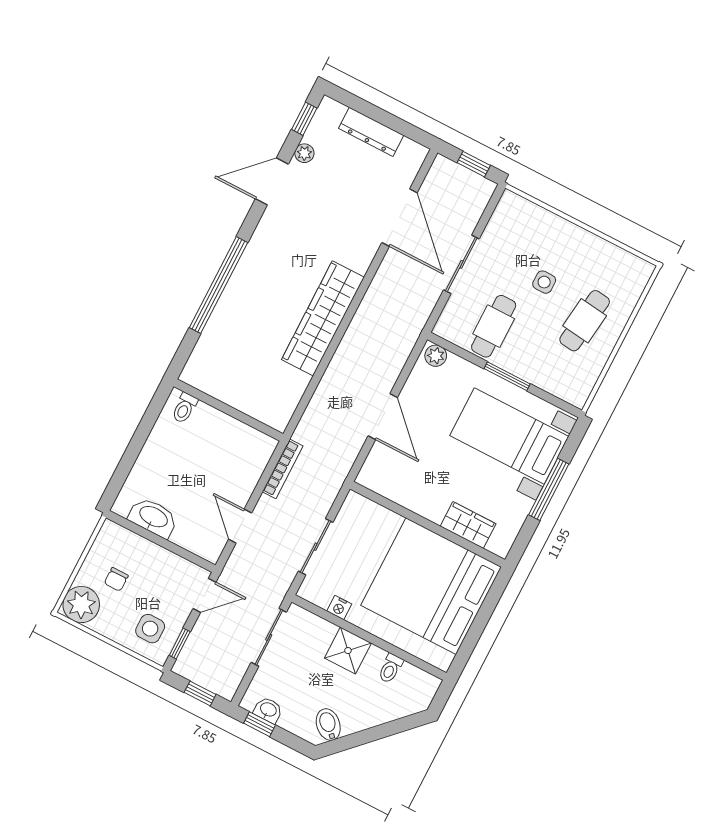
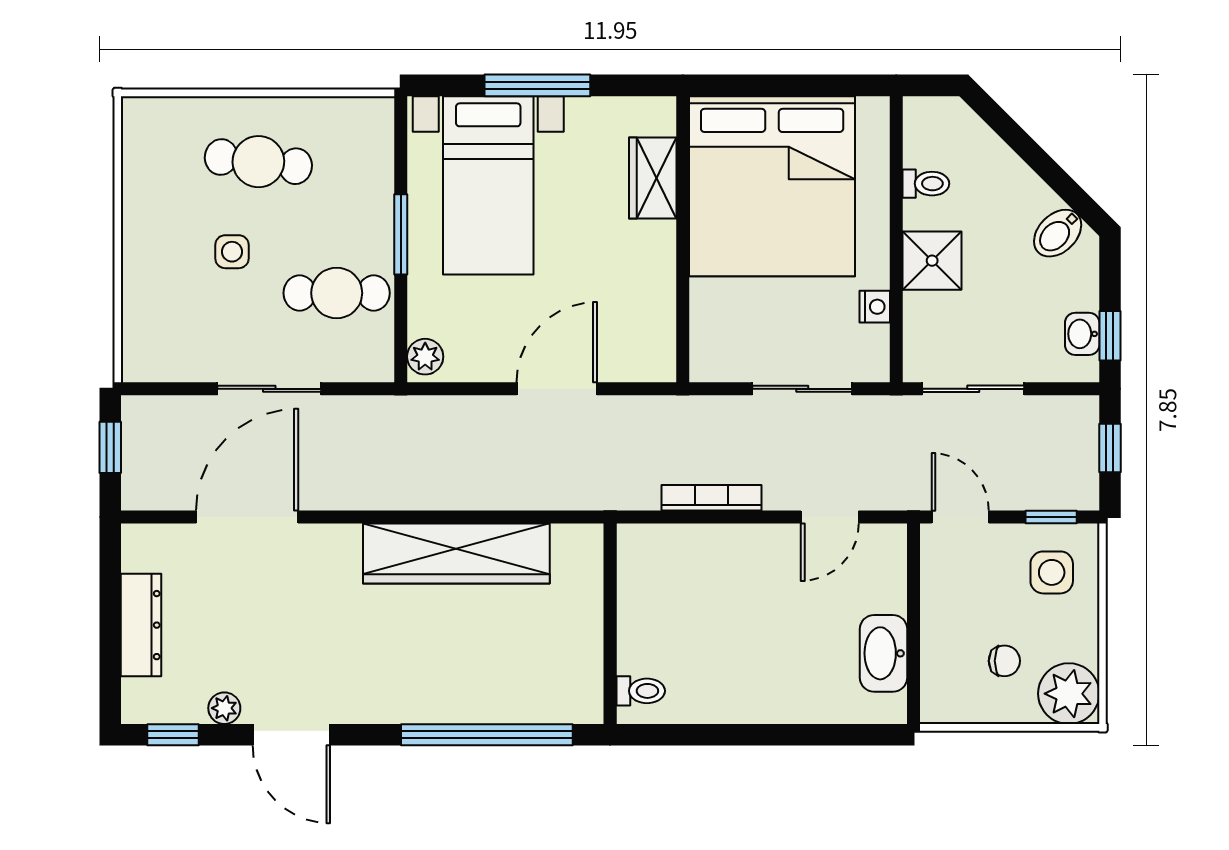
toilet: (185, 408) -> (641, 691), moved
wall: (228, 410) -> (610, 624), moved

